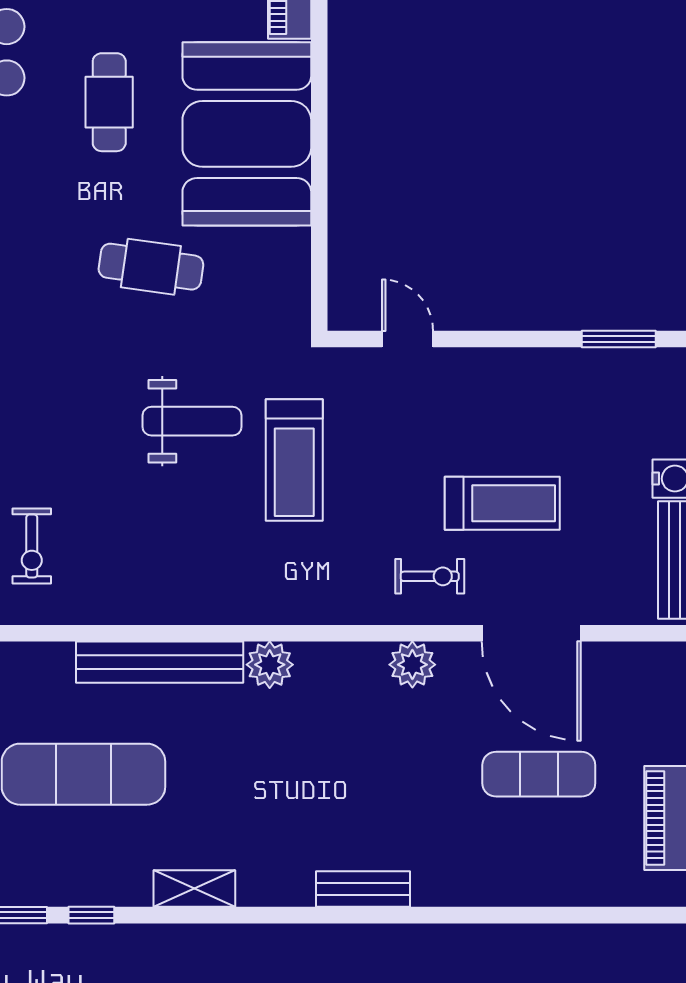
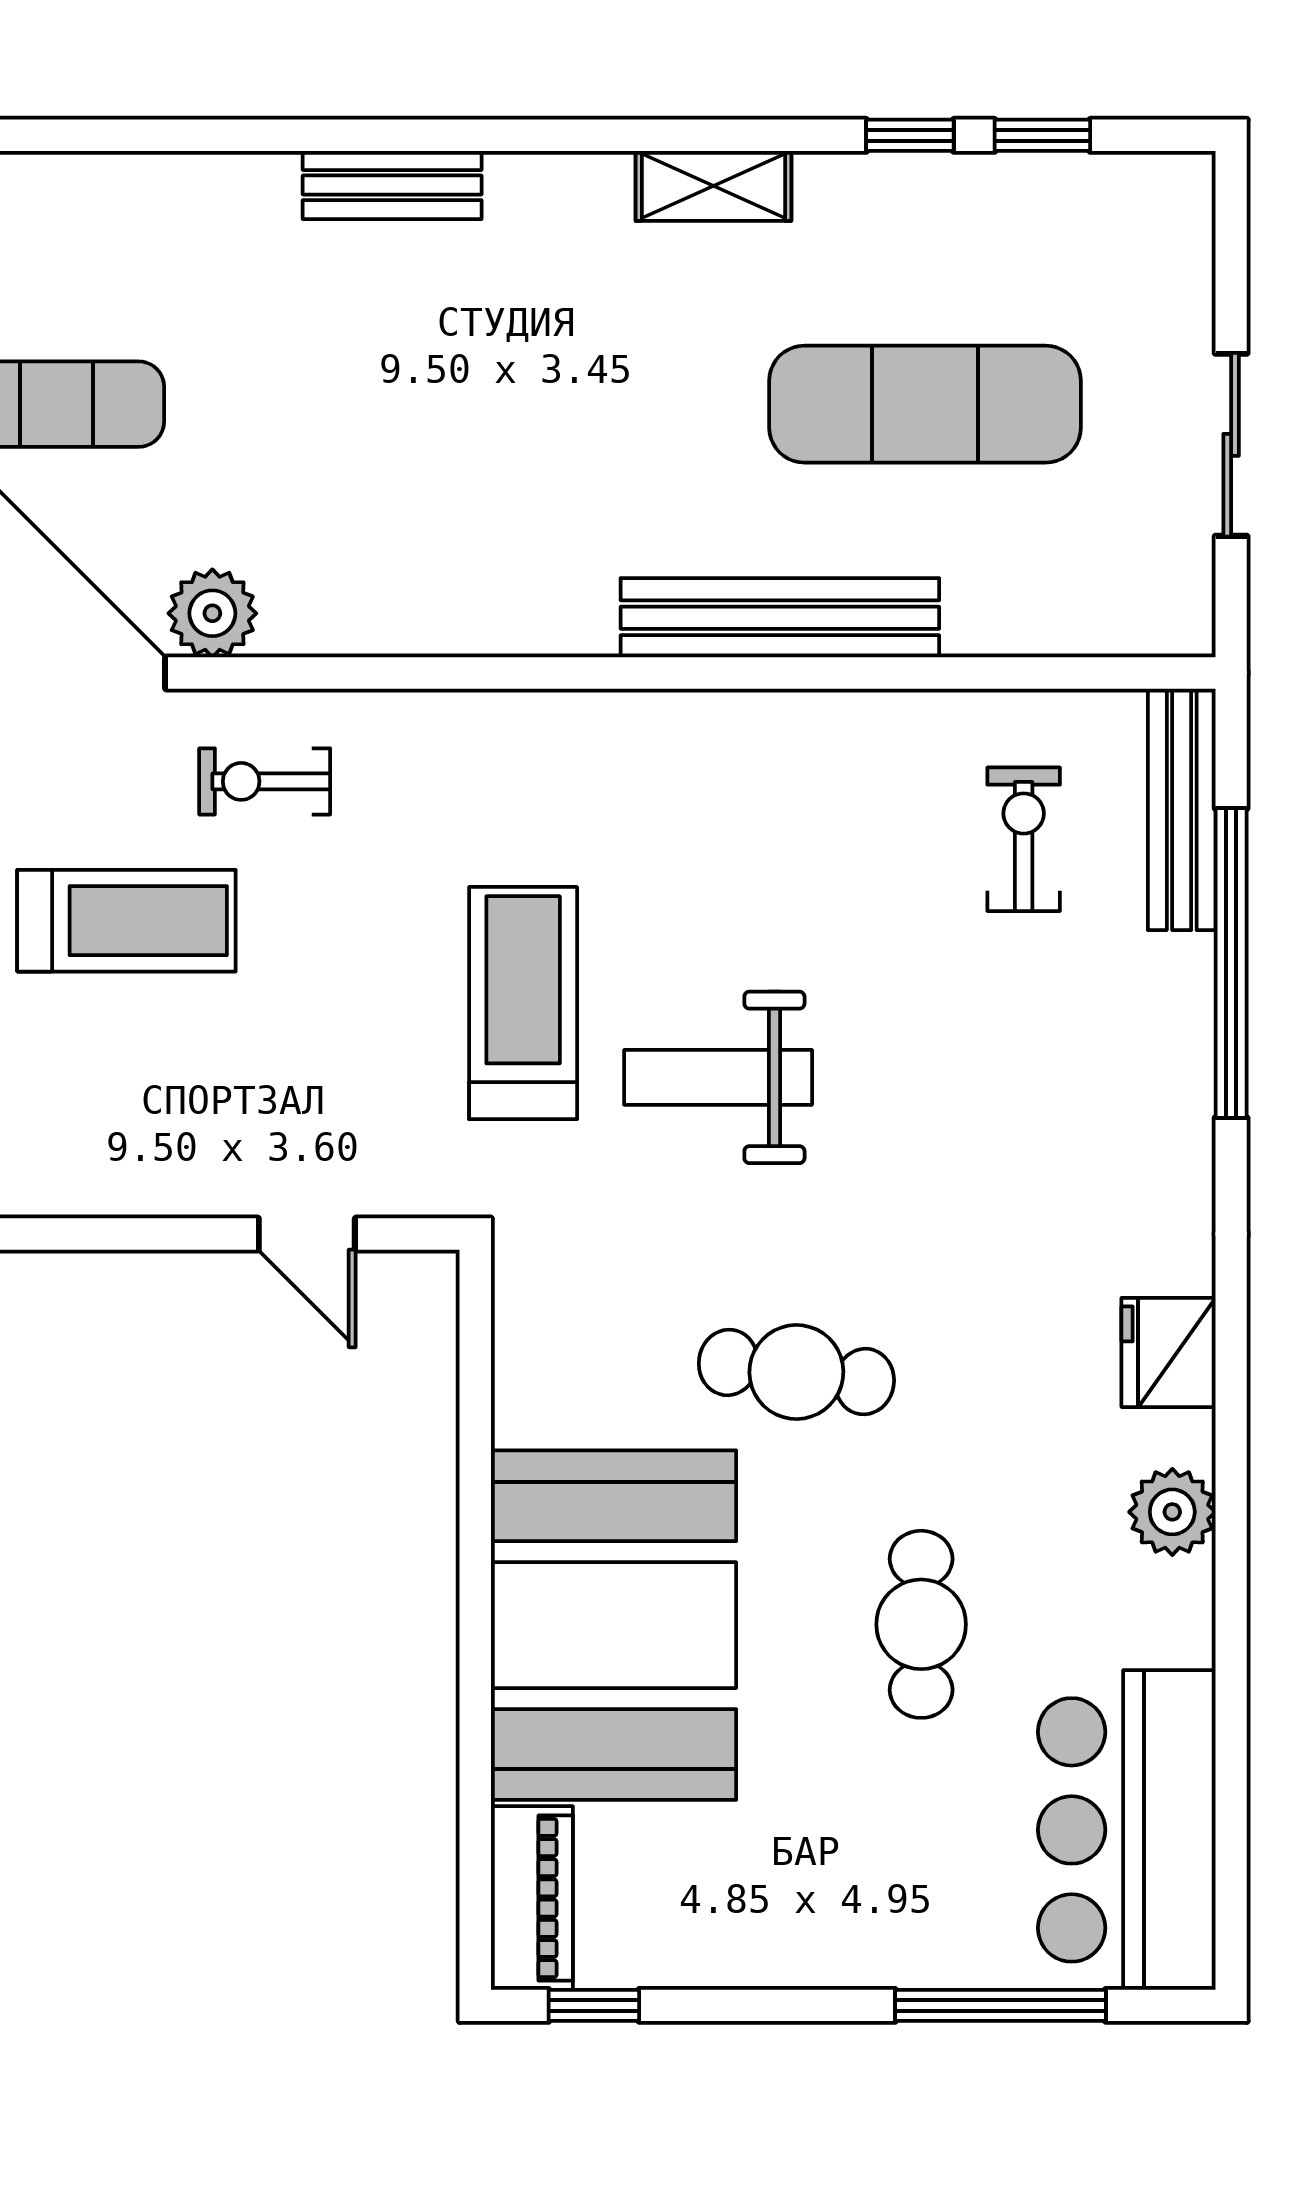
cafe table: (109, 102) -> (921, 1624), moved
treadmill: (502, 503) -> (126, 921), turned 180
plant: (270, 665) -> (570, 613), removed
plant: (412, 665) -> (212, 613), moved

